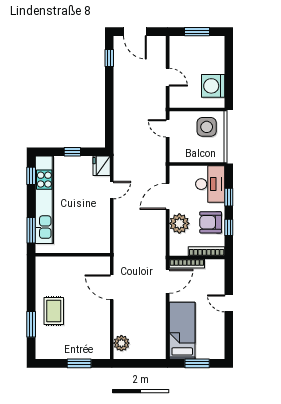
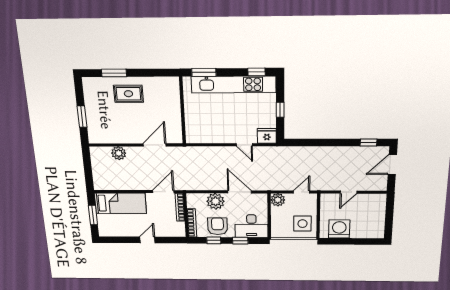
window: (197, 32) -> (389, 216), removed
plant: (177, 154) -> (278, 200), added
door: (168, 281) -> (163, 192), swing flipped
plant: (121, 343) -> (119, 153), moved

